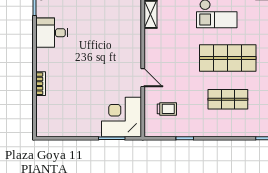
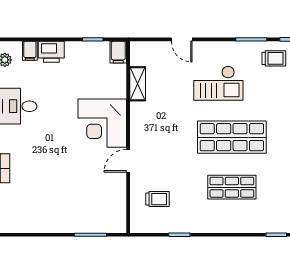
door: (143, 78) -> (128, 161), swing flipped
corner desk: (121, 117) -> (102, 123), moved, turned -90

